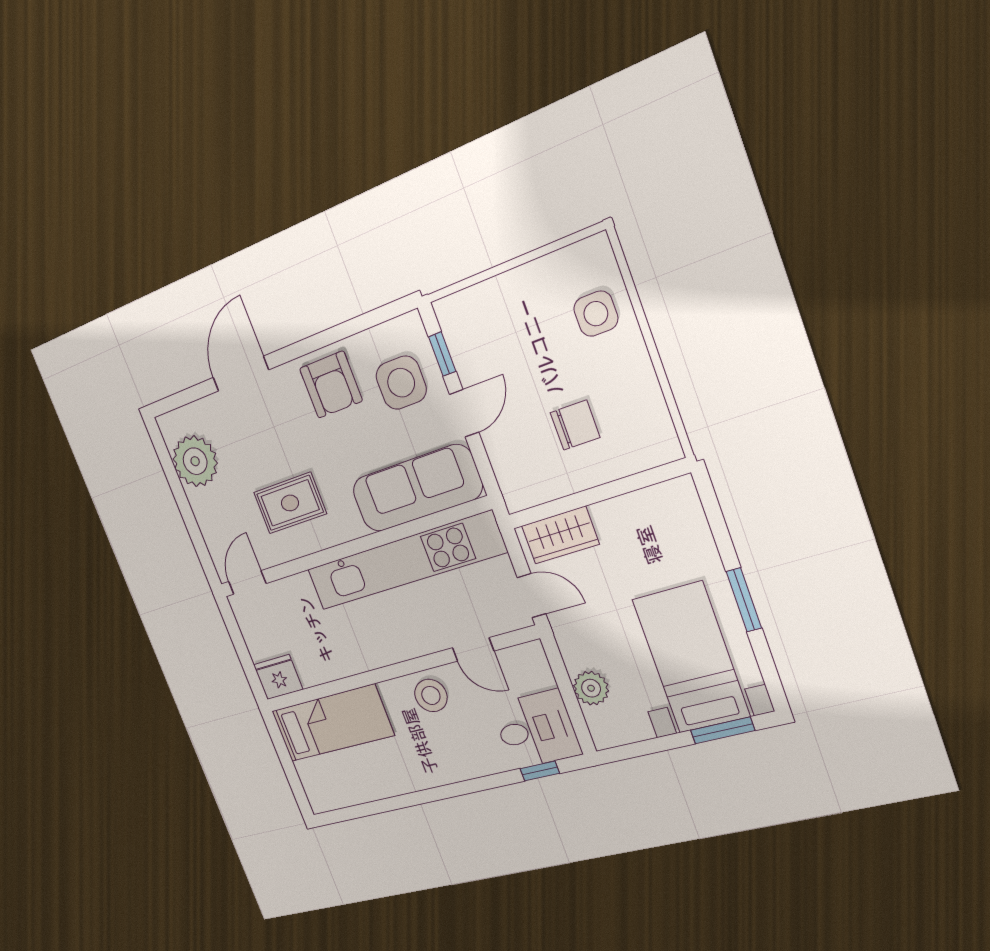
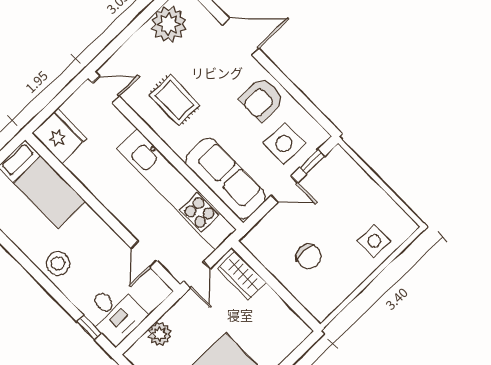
fridge: (278, 677) -> (59, 136), width x1.36, depth x1.34
stool: (431, 695) -> (58, 263), moved

